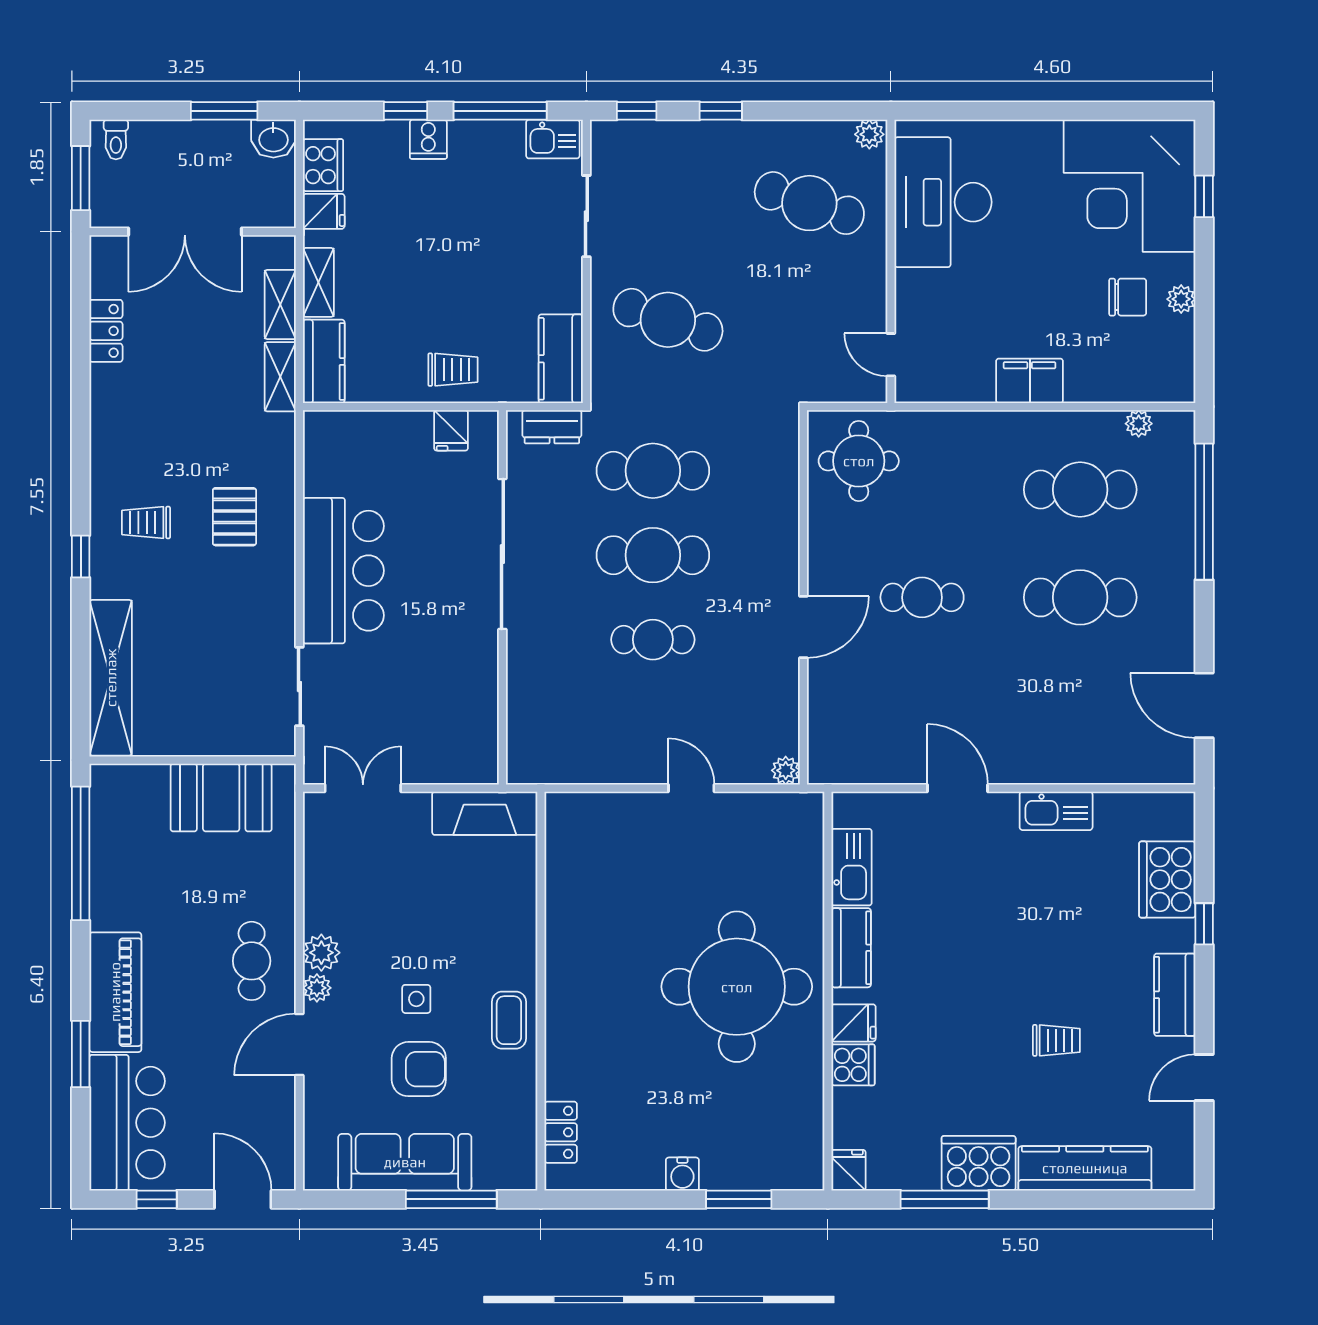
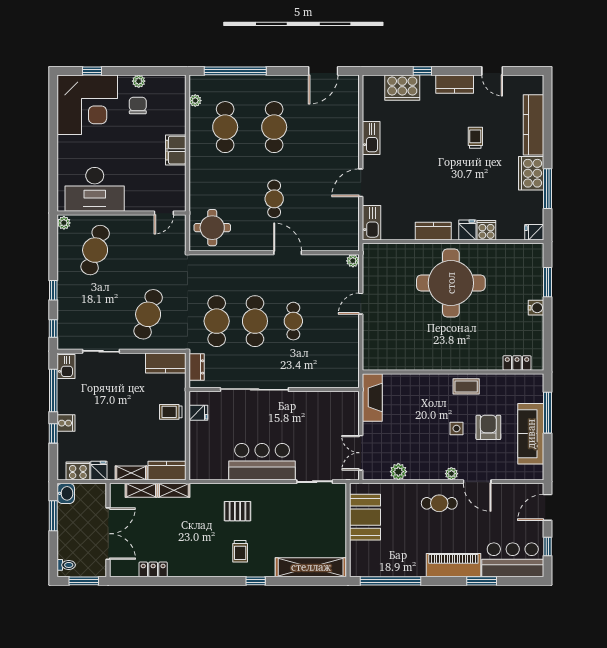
trolley: (453, 370) -> (171, 412), turned -90
kitchen sink: (852, 867) -> (372, 223), moved, turned 90
plant: (321, 953) -> (398, 472), moved

